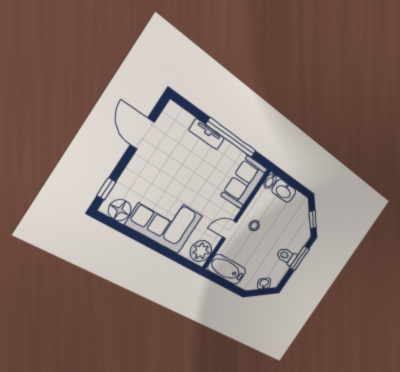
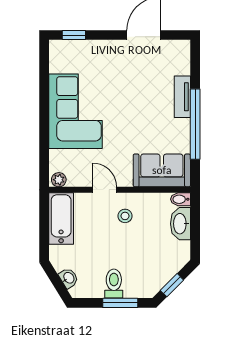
floor lamp: (120, 210) -> (61, 60), removed
plant: (201, 251) -> (59, 180), width x0.53, depth x0.53

